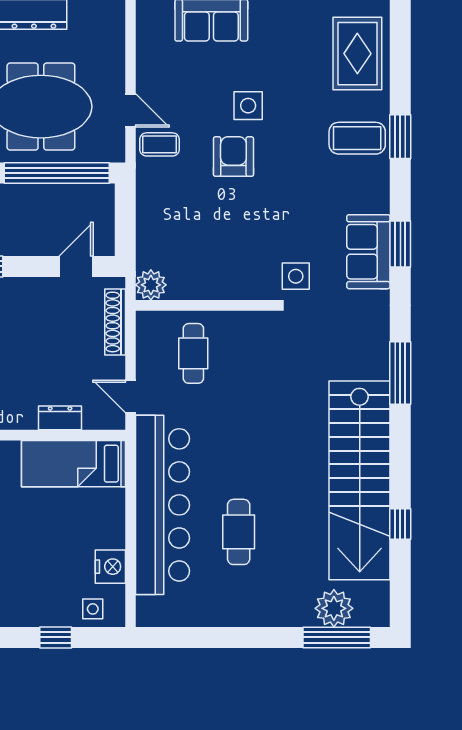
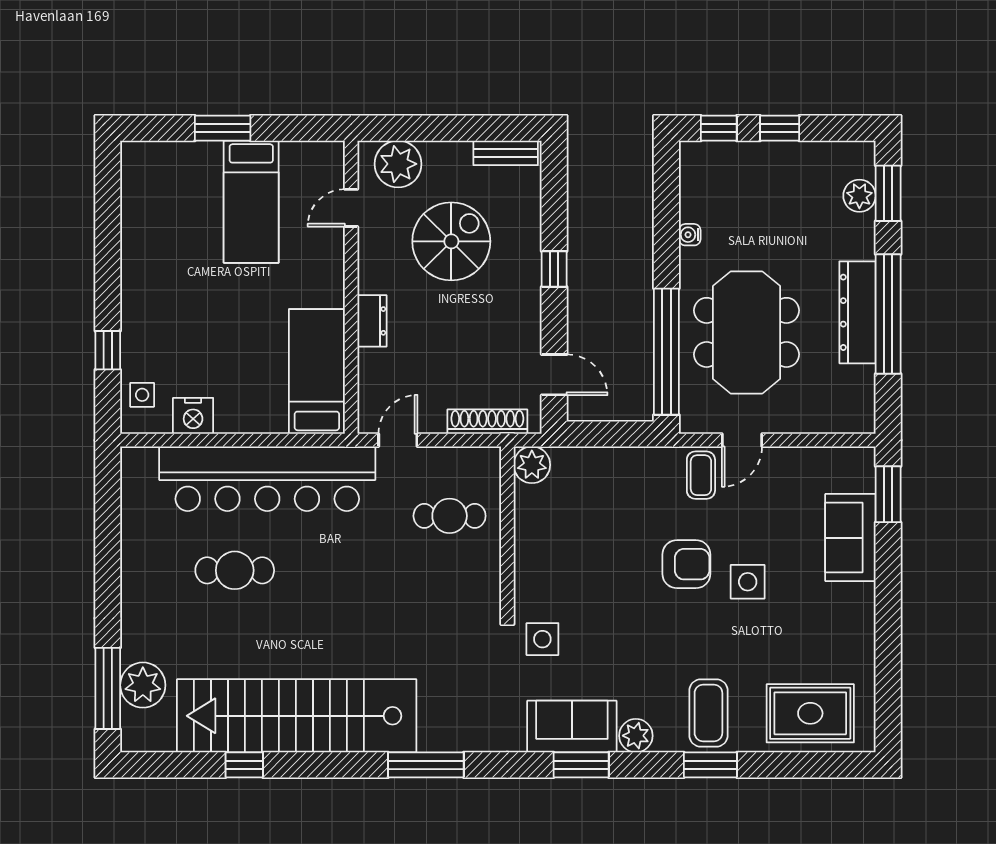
plant: (376, 199) -> (636, 736), added
dresser: (60, 418) -> (372, 321), moved

